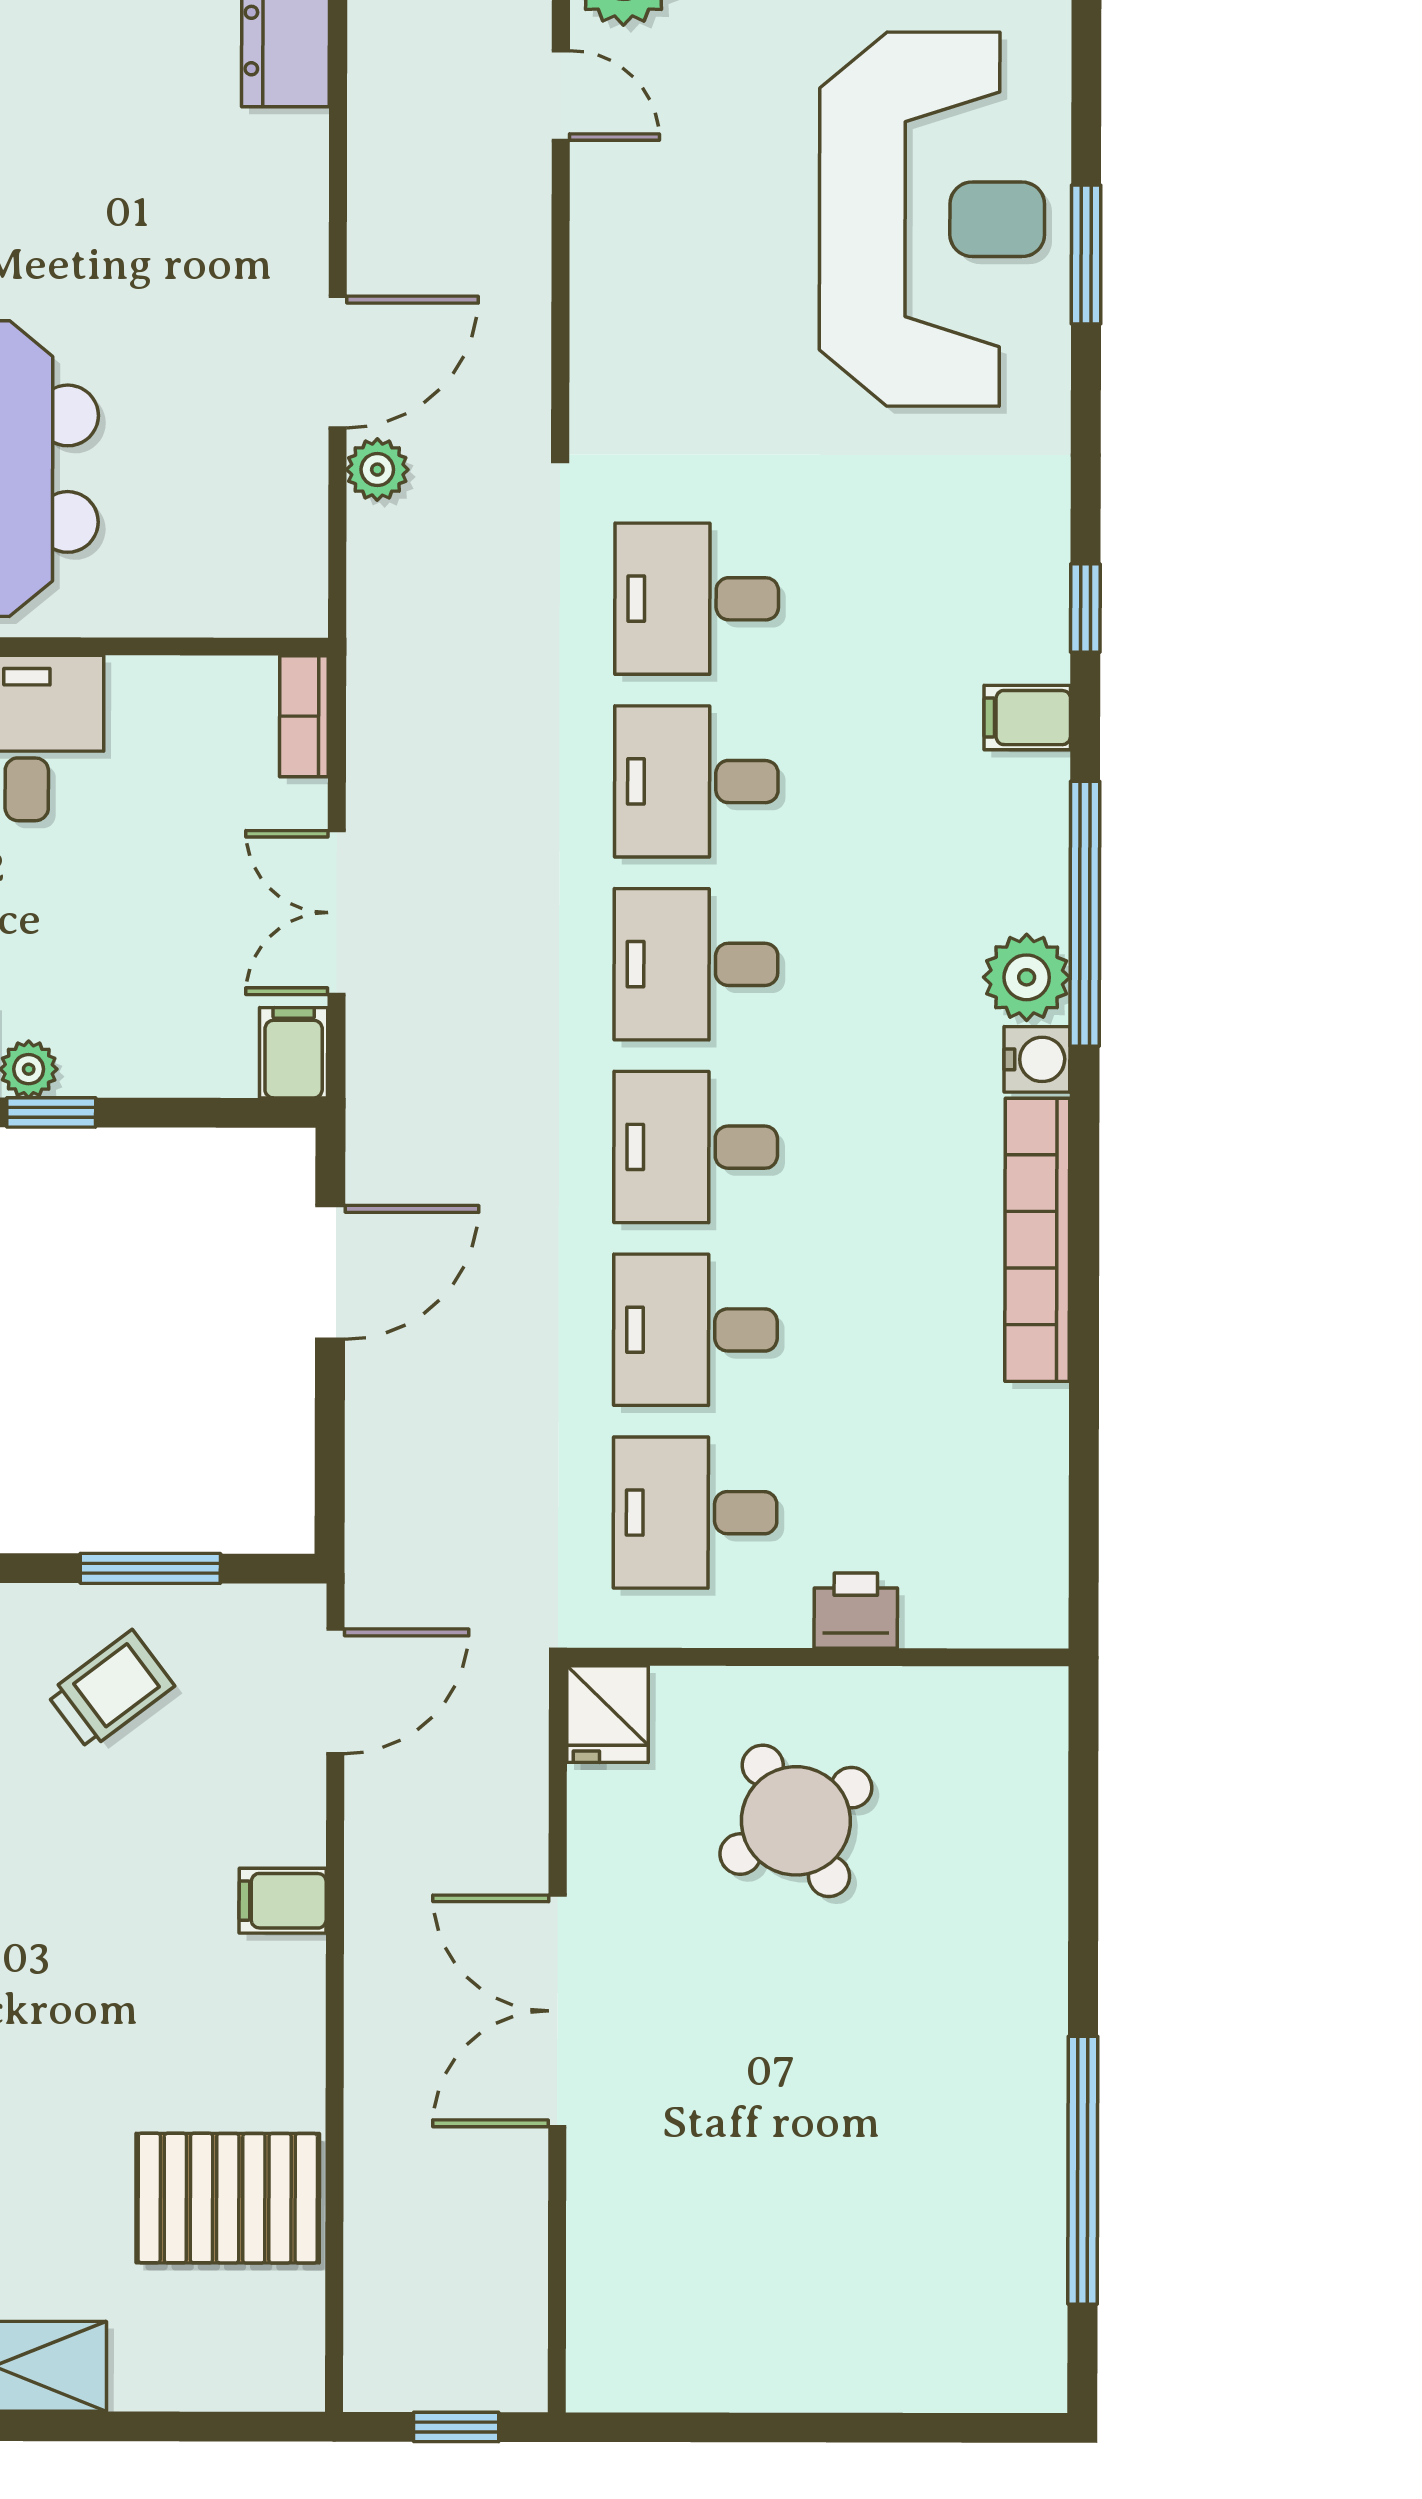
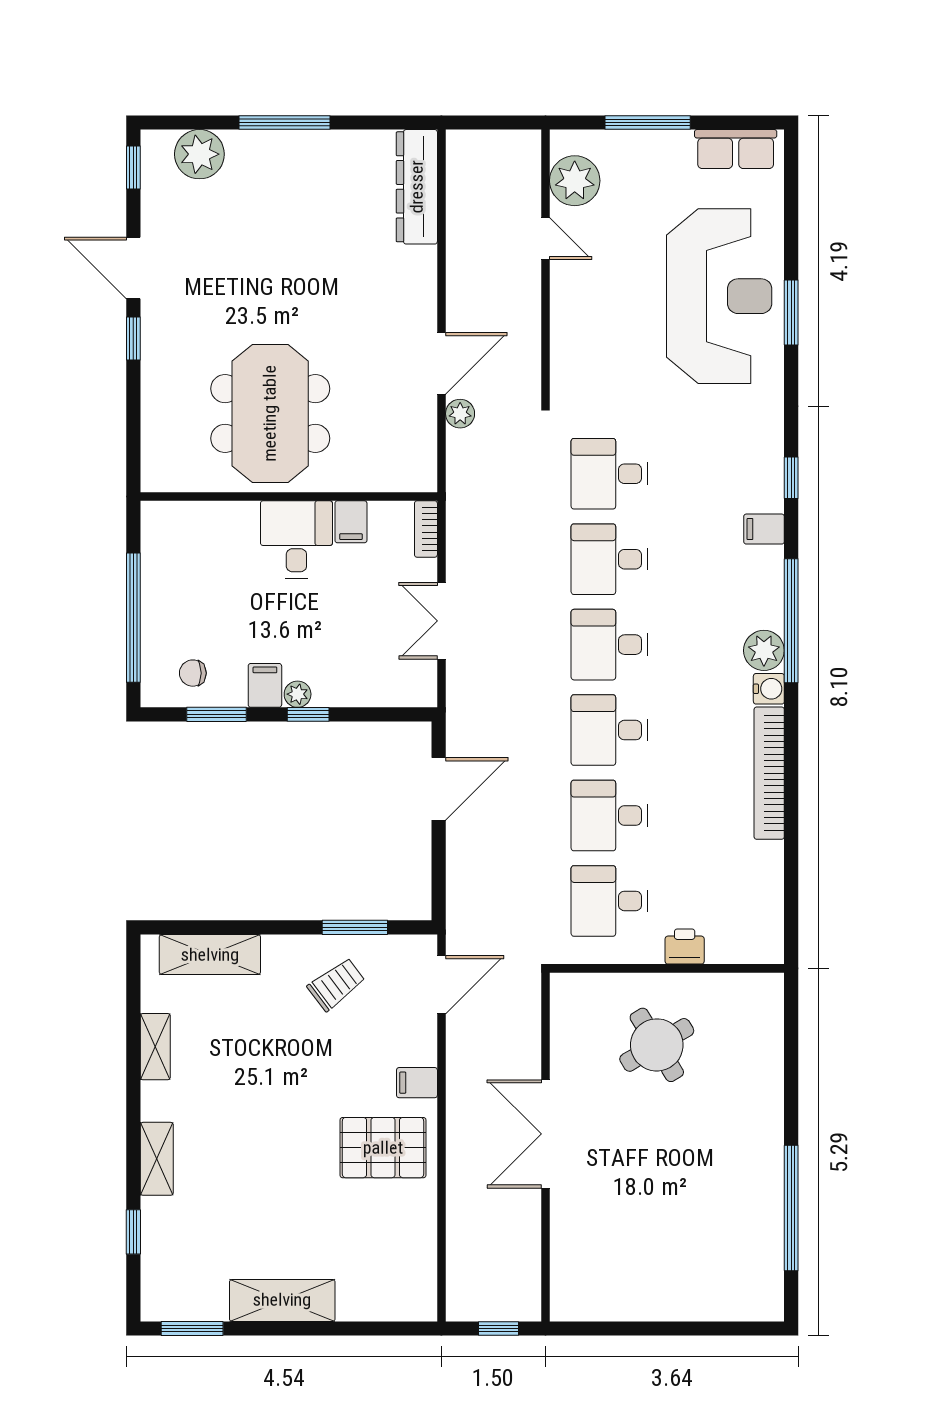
filing cabinet: (294, 1053) -> (351, 522), moved, turned 180
fridge: (608, 1714) -> (569, 995), removed
pallet: (228, 2198) -> (383, 1148), moved

